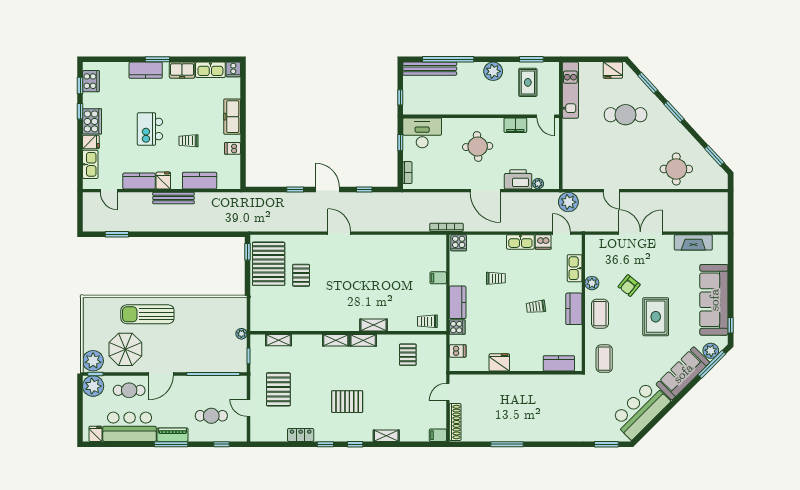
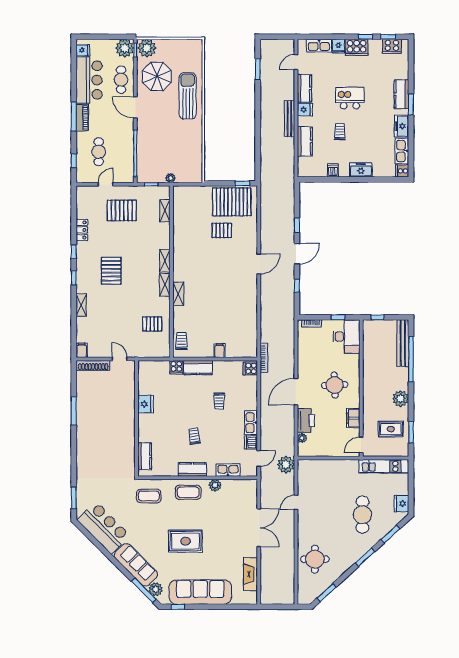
freezer: (232, 117) -> (361, 170), width x0.71
armchair: (629, 286) -> (213, 518), removed
dishwasher: (458, 351) -> (155, 368), removed

